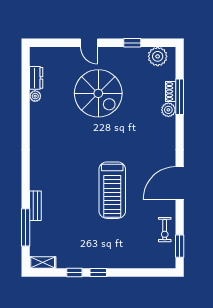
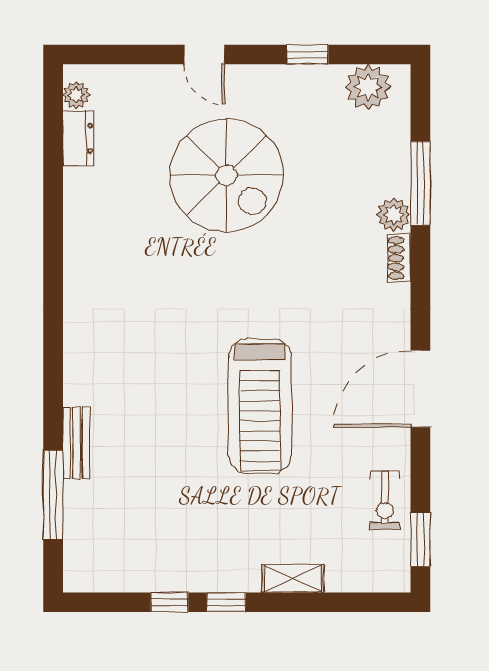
shoe rack: (171, 92) -> (399, 258), moved
plant: (35, 96) -> (76, 95), moved
shelving: (43, 263) -> (293, 579), moved

